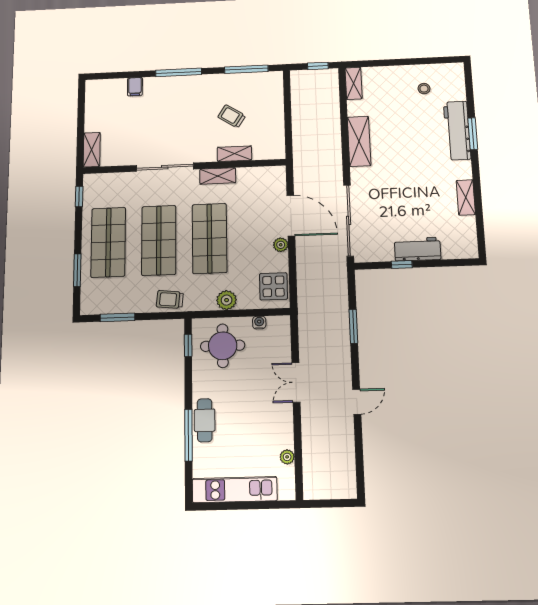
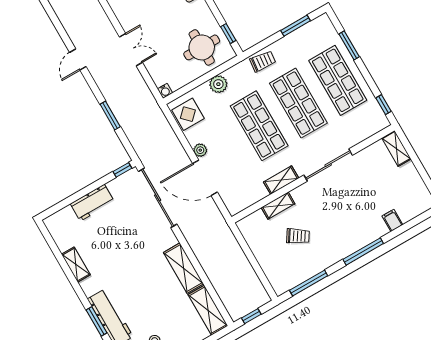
shelving: (354, 83) -> (208, 310), width x1.50, depth x1.33
window: (402, 265) -> (122, 170), moved
water cooler: (259, 323) -> (165, 91), moved

